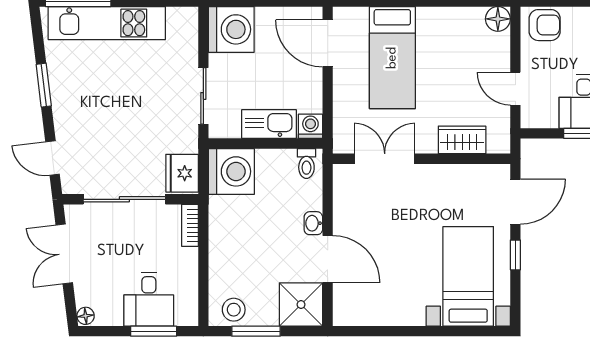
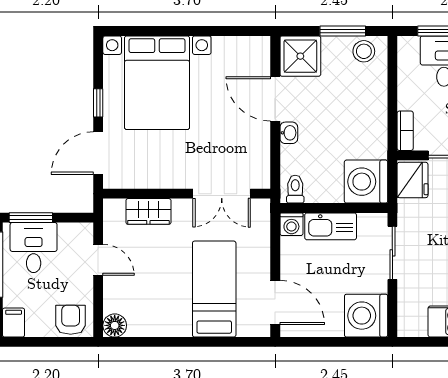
armchair: (545, 25) -> (71, 320), turned 90
bed with nightstands: (468, 276) -> (157, 83), width x1.36

